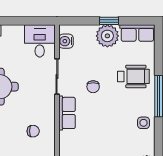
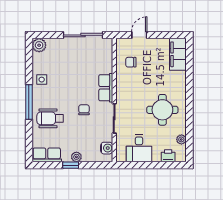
plant: (107, 36) -> (76, 157), width x0.53, depth x0.53
desk: (40, 41) -> (139, 148), moved
chair: (33, 131) -> (131, 62), moved

